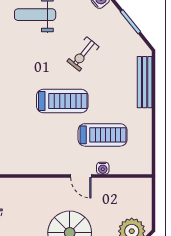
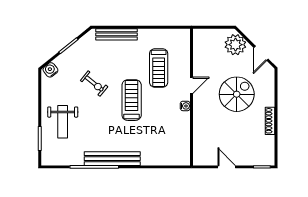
treadmill: (103, 135) -> (159, 68), turned 180
water cooler: (103, 168) -> (185, 106), moved

